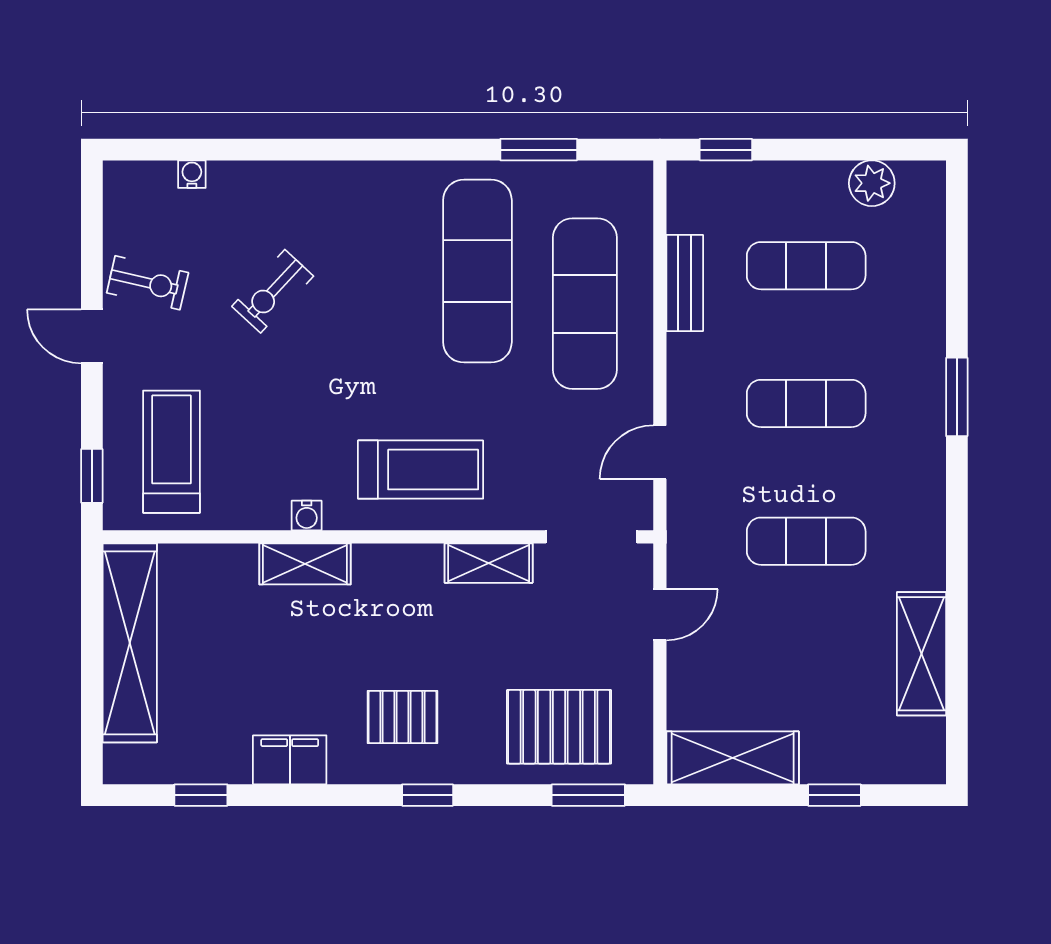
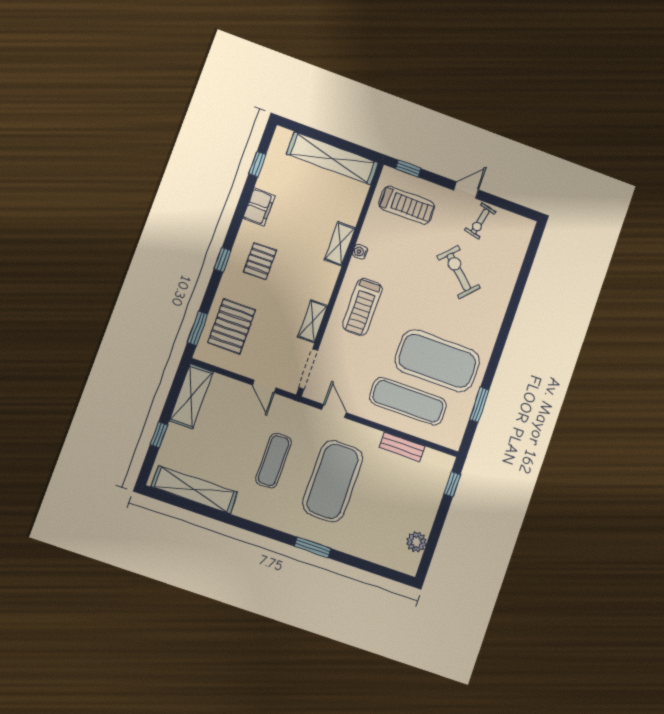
water cooler: (192, 174) -> (519, 256), removed
exercise mat: (806, 266) -> (391, 501), removed
exercise mat: (477, 271) -> (437, 361), width x1.47
exercise bike: (273, 291) -> (459, 272), width x1.38, depth x1.39
exercise mat: (806, 403) -> (333, 481), width x2.00, depth x1.45
shelving: (921, 654) -> (194, 490), width x1.47

